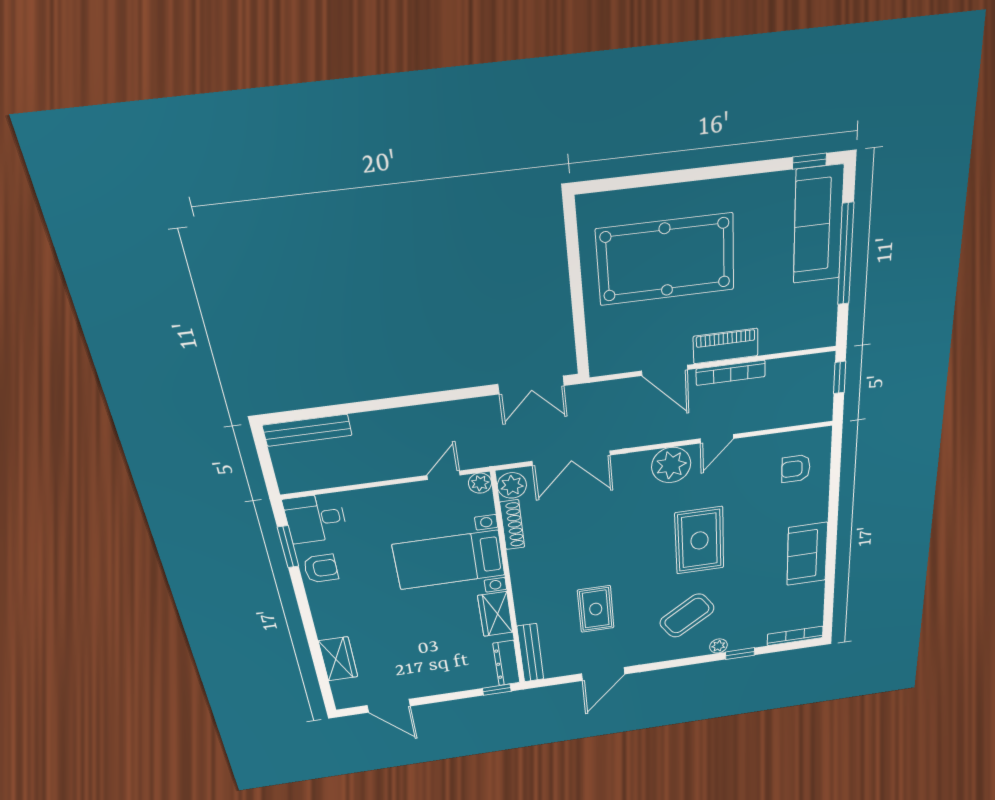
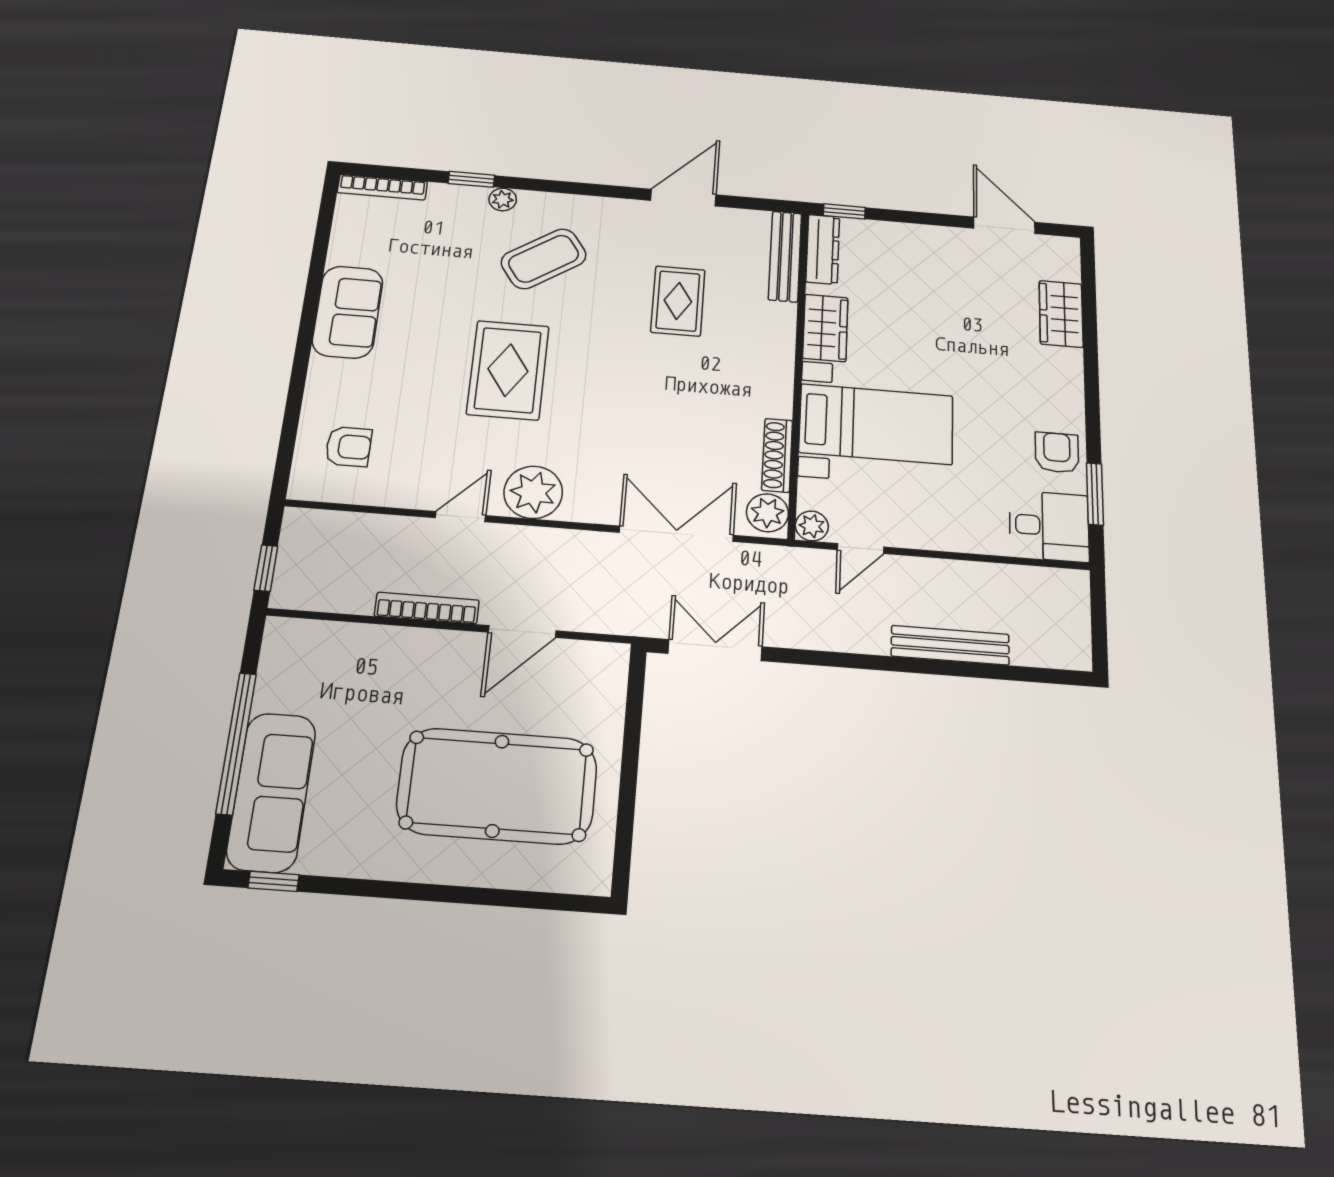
piano: (726, 346) -> (429, 648), removed
door: (665, 370) -> (522, 631), swing flipped
bench: (307, 430) -> (950, 645), moved
armchair: (321, 568) -> (1057, 453), turned 90

